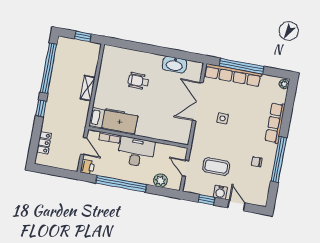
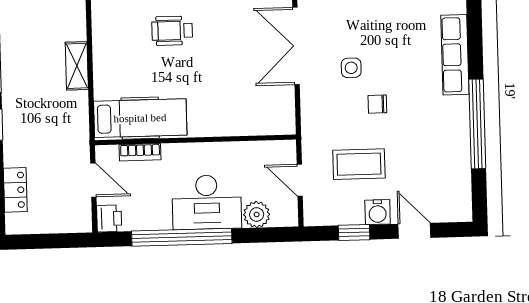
desk: (136, 152) -> (207, 202), moved, turned 180
chair: (257, 162) -> (377, 104), moved

